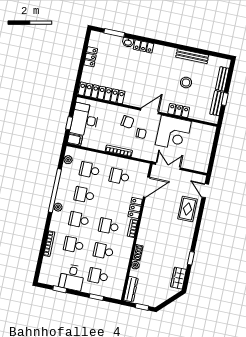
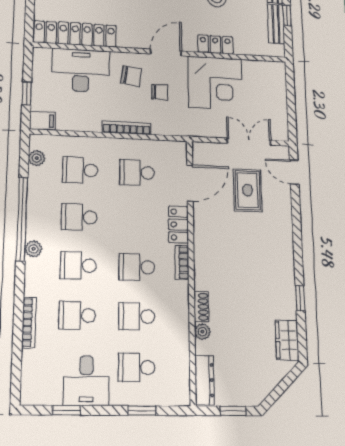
desk: (85, 120) -> (81, 70), moved, turned 90
double door: (168, 166) -> (249, 142), moved
rug: (187, 209) -> (248, 190), moved

